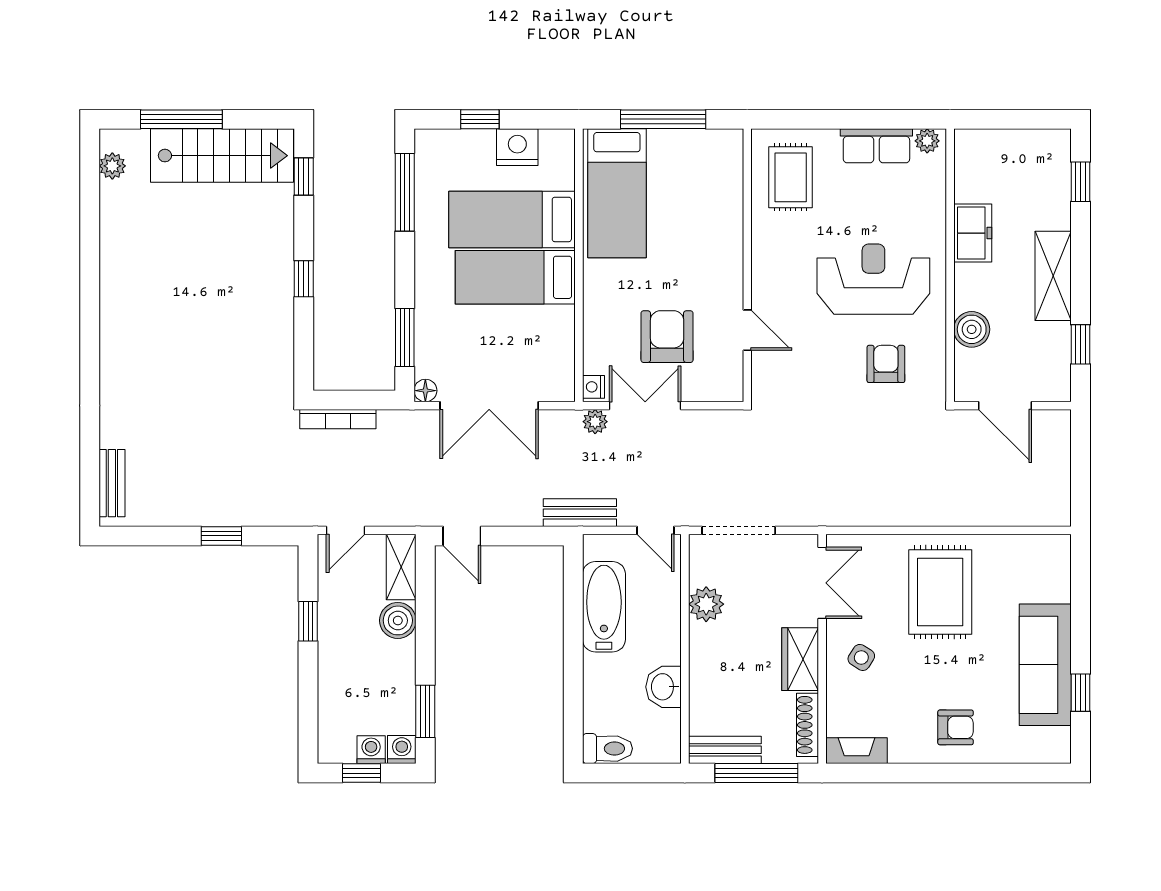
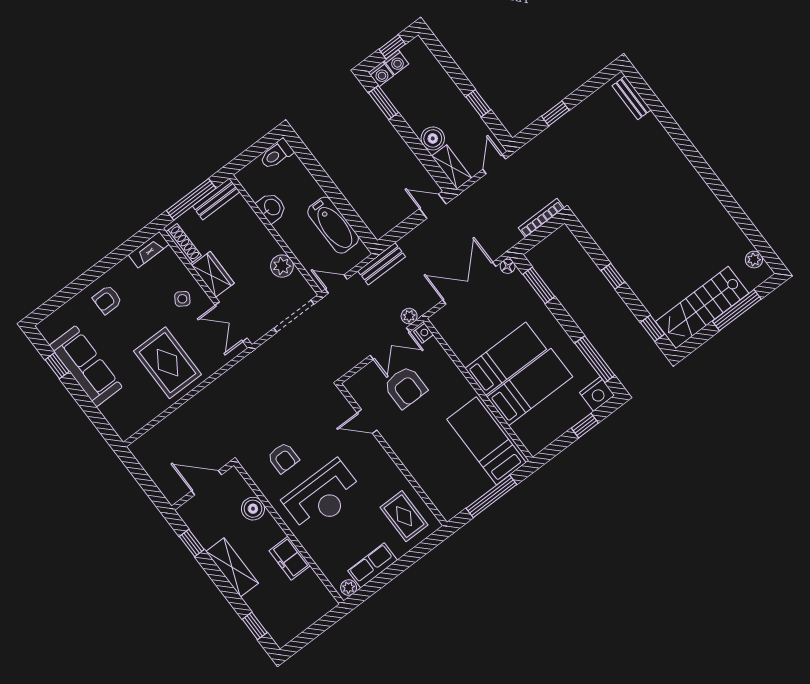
nightstand: (517, 147) -> (597, 394), moved

